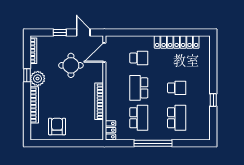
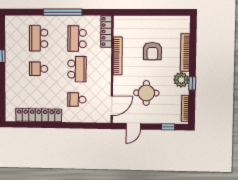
window: (60, 32) -> (168, 127), moved
door: (83, 32) -> (133, 126), hinge flipped
armchair: (57, 127) -> (152, 51), moved
locker: (111, 130) -> (106, 31), width x1.53

